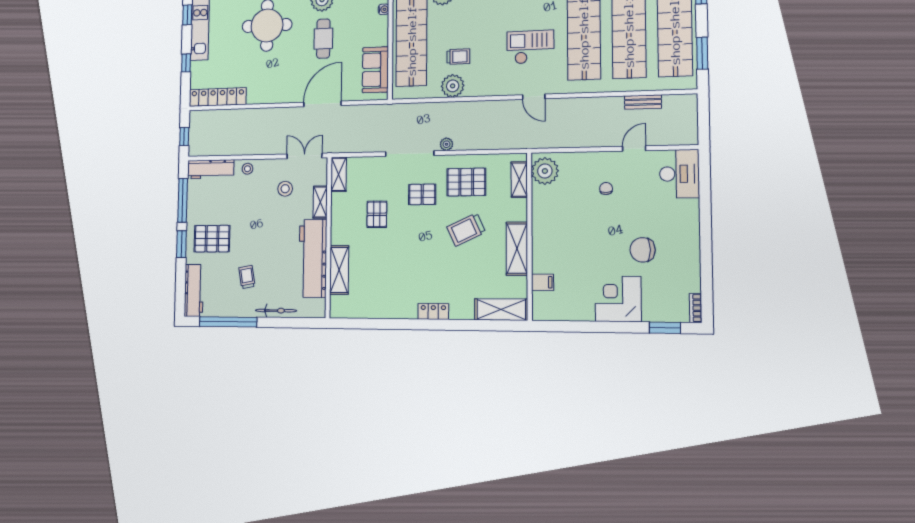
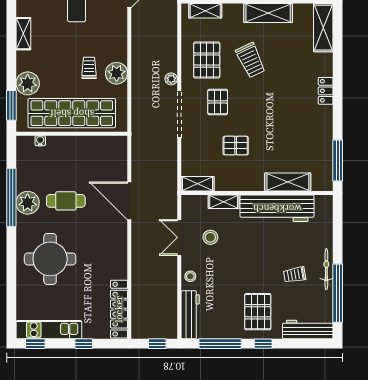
sofa: (375, 70) -> (98, 148), removed
double door: (304, 156) -> (179, 237), moved
window: (181, 244) -> (263, 344), width x0.67
bicycle: (276, 311) -> (326, 269), moved
window: (361, 324) -> (338, 160), added

